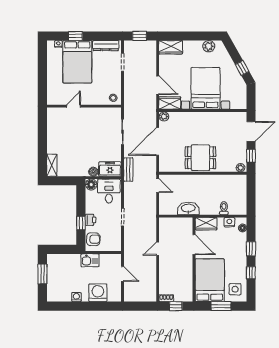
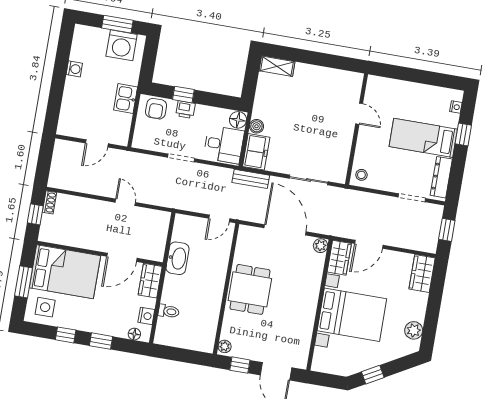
bed: (77, 62) -> (423, 138), width x0.67
washing machine: (98, 293) -> (122, 45), moved, turned 90

